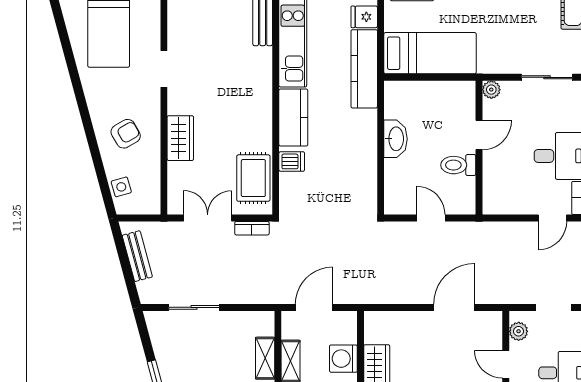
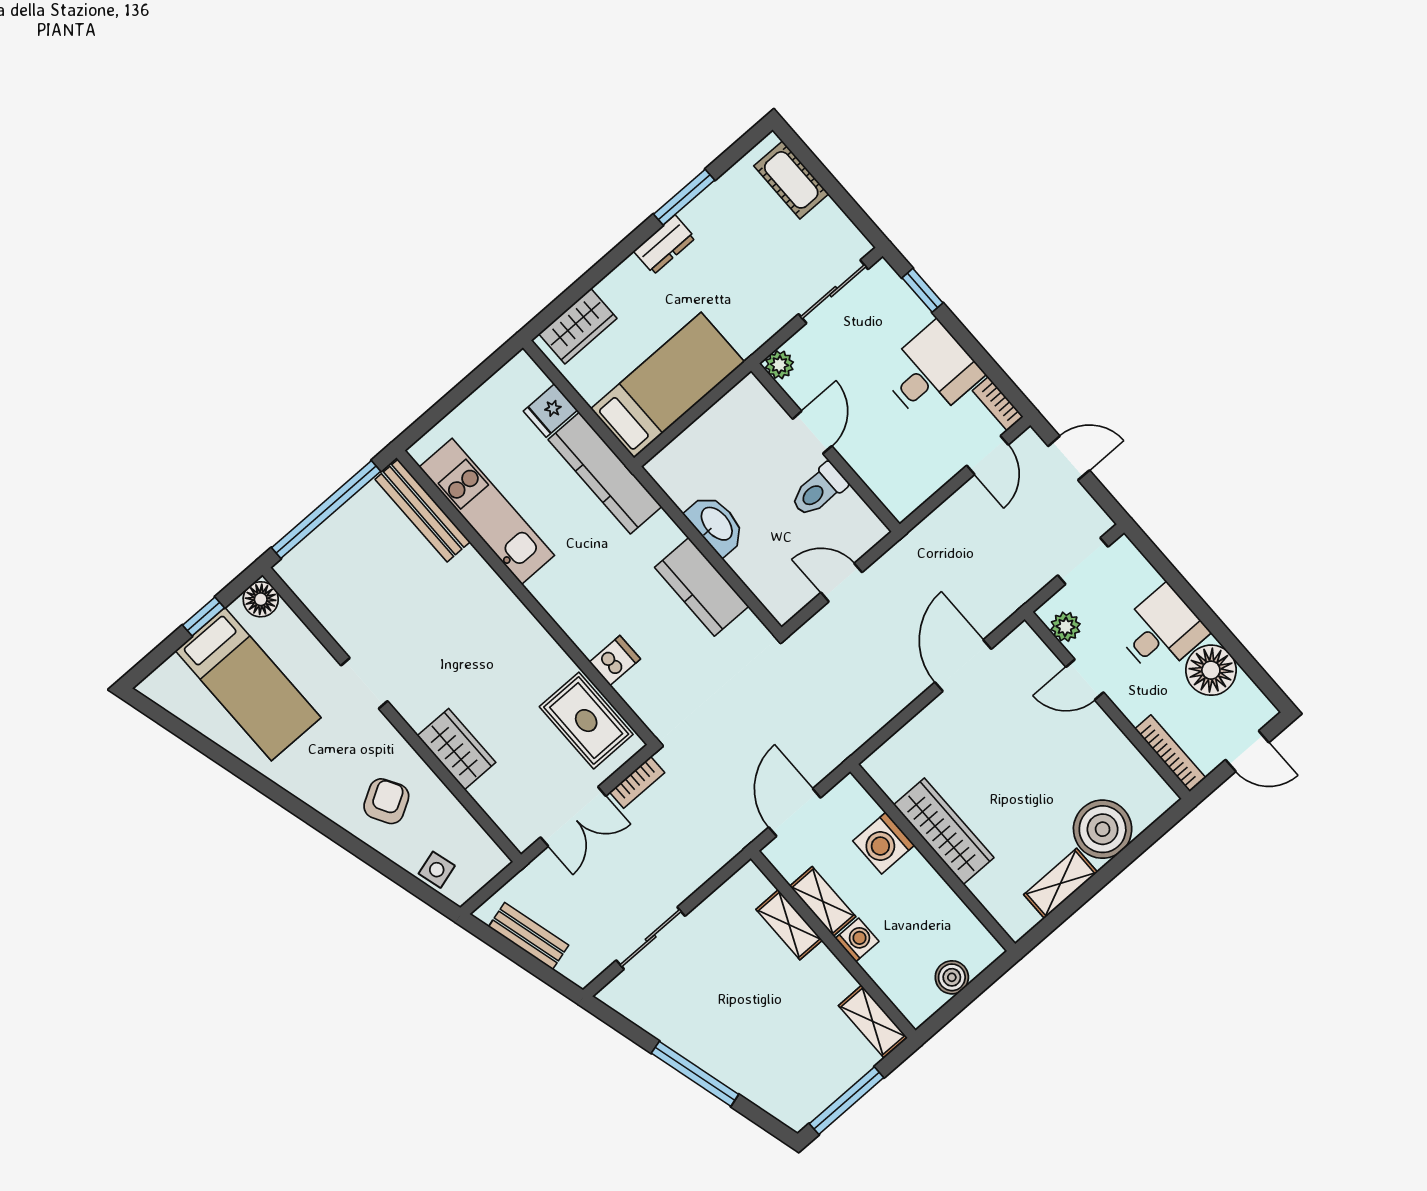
kitchen counter: (293, 117) -> (702, 587), moved, turned 180
double door: (208, 218) -> (573, 817), swing flipped

